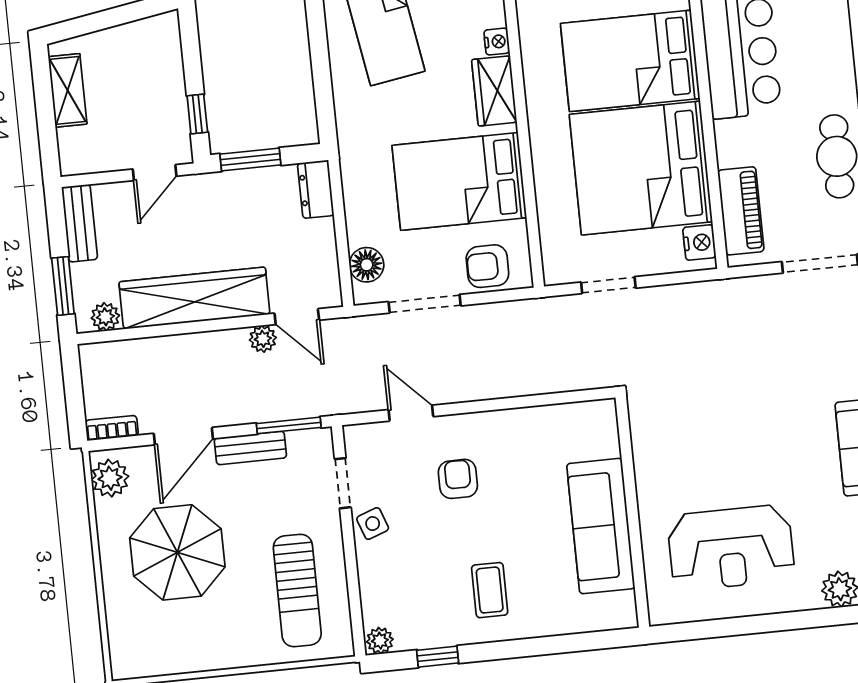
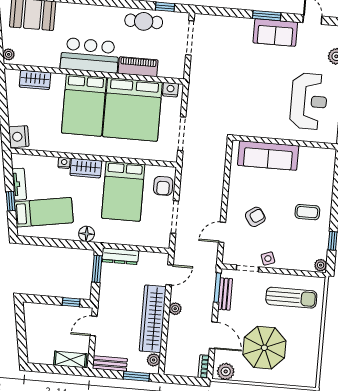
shelving: (68, 90) -> (70, 360), moved
window: (250, 159) -> (97, 269), moved
door: (155, 173) -> (94, 326), swing flipped
dresser: (316, 189) -> (120, 256), width x1.44
piano: (741, 211) -> (138, 67), moved
floor lamp: (367, 265) -> (87, 234), moved
doorway: (608, 285) -> (182, 134), width x1.38
plant: (263, 339) -> (175, 309), moved
bench: (250, 448) -> (225, 294), moved
armchair: (458, 479) -> (255, 217), turned 145
sofa: (601, 526) -> (268, 156), moved

